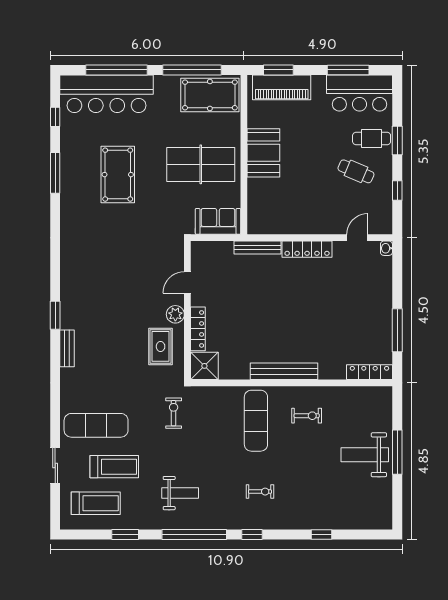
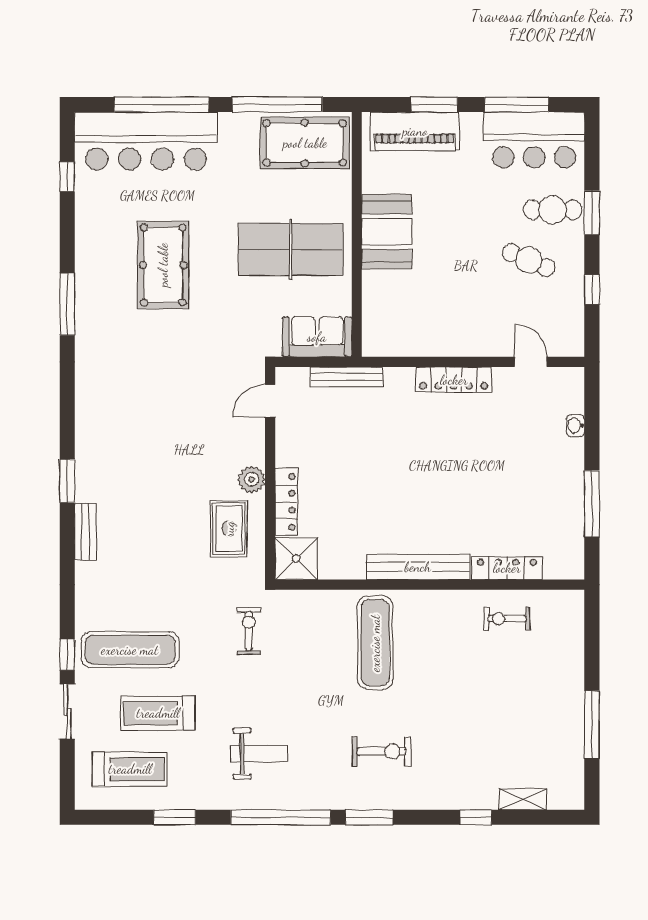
window: (278, 70) -> (434, 105), moved
window: (55, 173) -> (67, 304), moved
door: (357, 238) -> (531, 362), hinge flipped
bench: (257, 248) -> (347, 377), moved
washbasin: (386, 248) -> (575, 426), moved
door: (187, 283) -> (270, 401), moved
locker: (369, 372) -> (507, 568), moved
exercise bike: (307, 416) -> (507, 619), moved, turned 180
window: (55, 429) -> (67, 655), added
window: (397, 452) -> (592, 725), moved
weight bench: (365, 455) -> (542, 695), removed
treadmill: (114, 467) -> (158, 713), turned 180
exercise bike: (260, 492) -> (381, 751), width x1.38, depth x1.39
shelving: (352, 523) -> (523, 799), added
window: (252, 535) -> (369, 817), width x1.50

